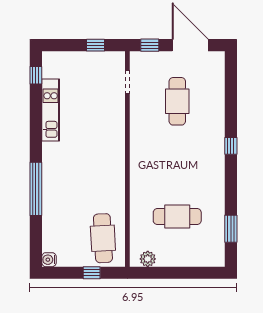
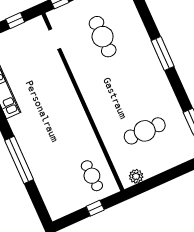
window: (231, 146) -> (163, 53), width x2.17
cafe table: (103, 238) -> (92, 176), width x0.73, depth x0.74
water cooler: (49, 260) -> (56, 213), removed

